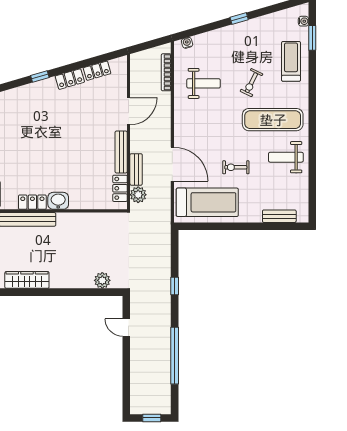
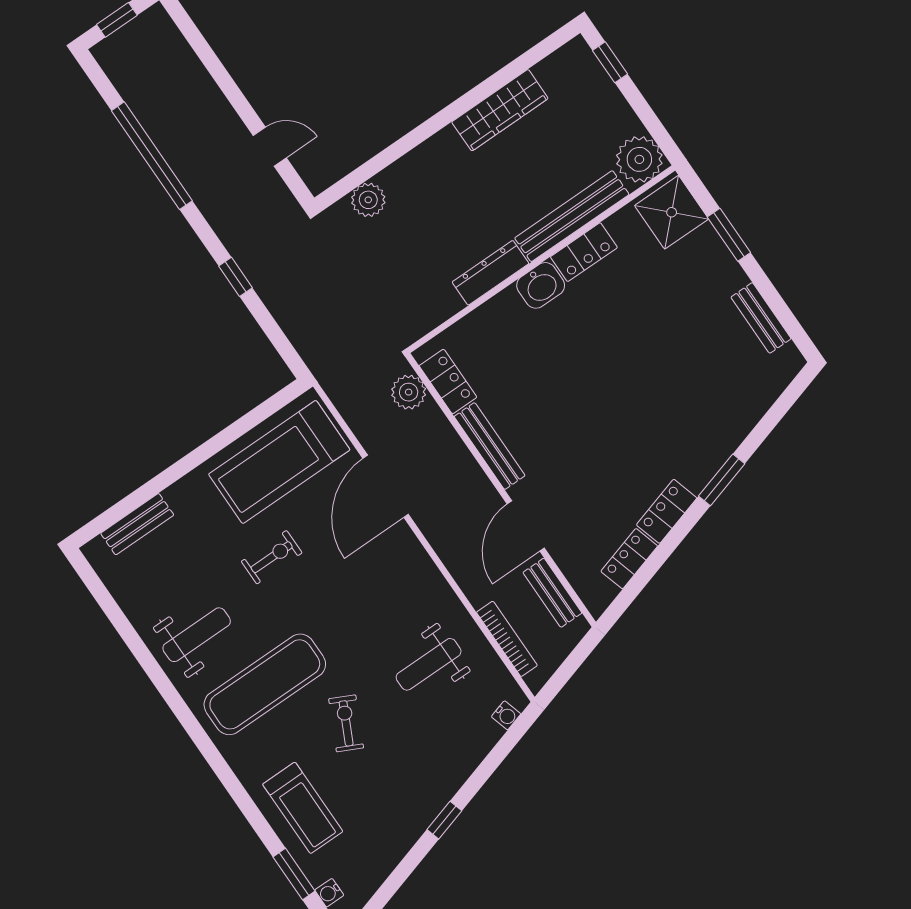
window: (40, 77) -> (722, 480), width x1.50
door: (172, 164) -> (386, 486), hinge flipped
bench: (136, 169) -> (552, 593), moved
dresser: (74, 219) -> (490, 273), added

